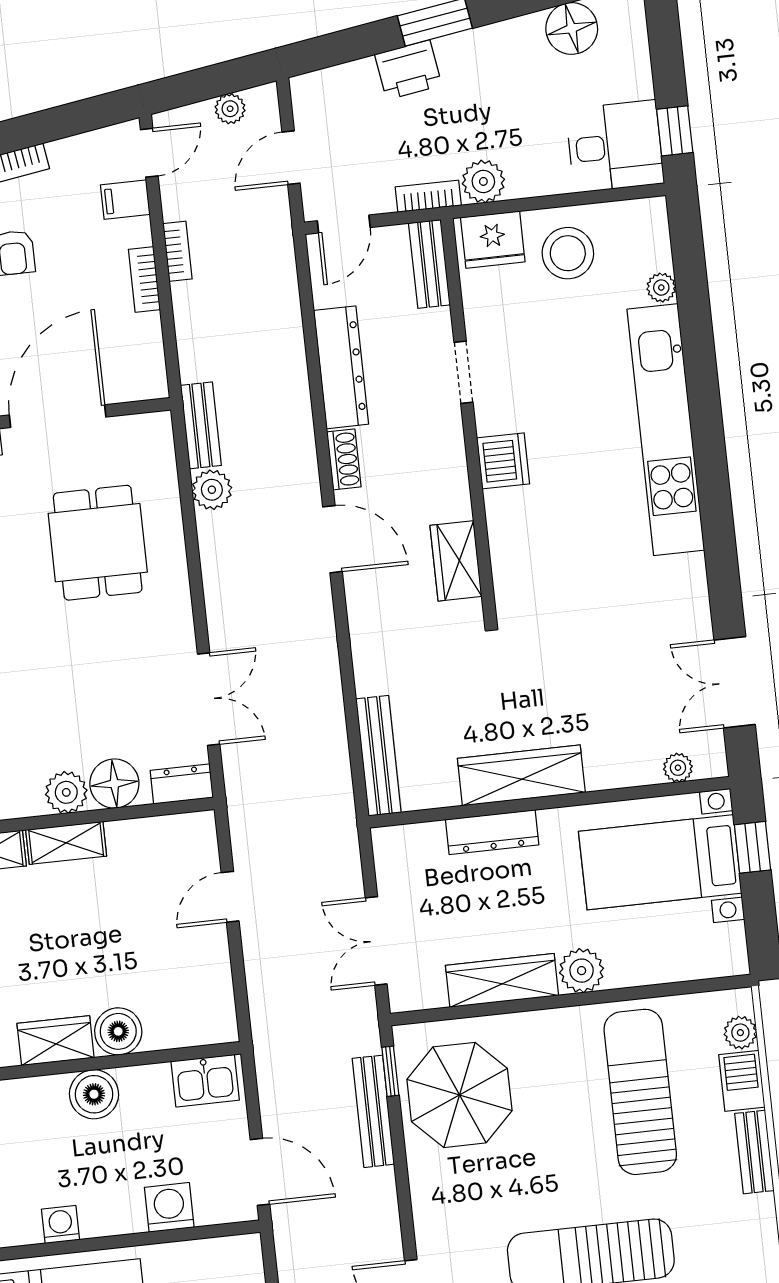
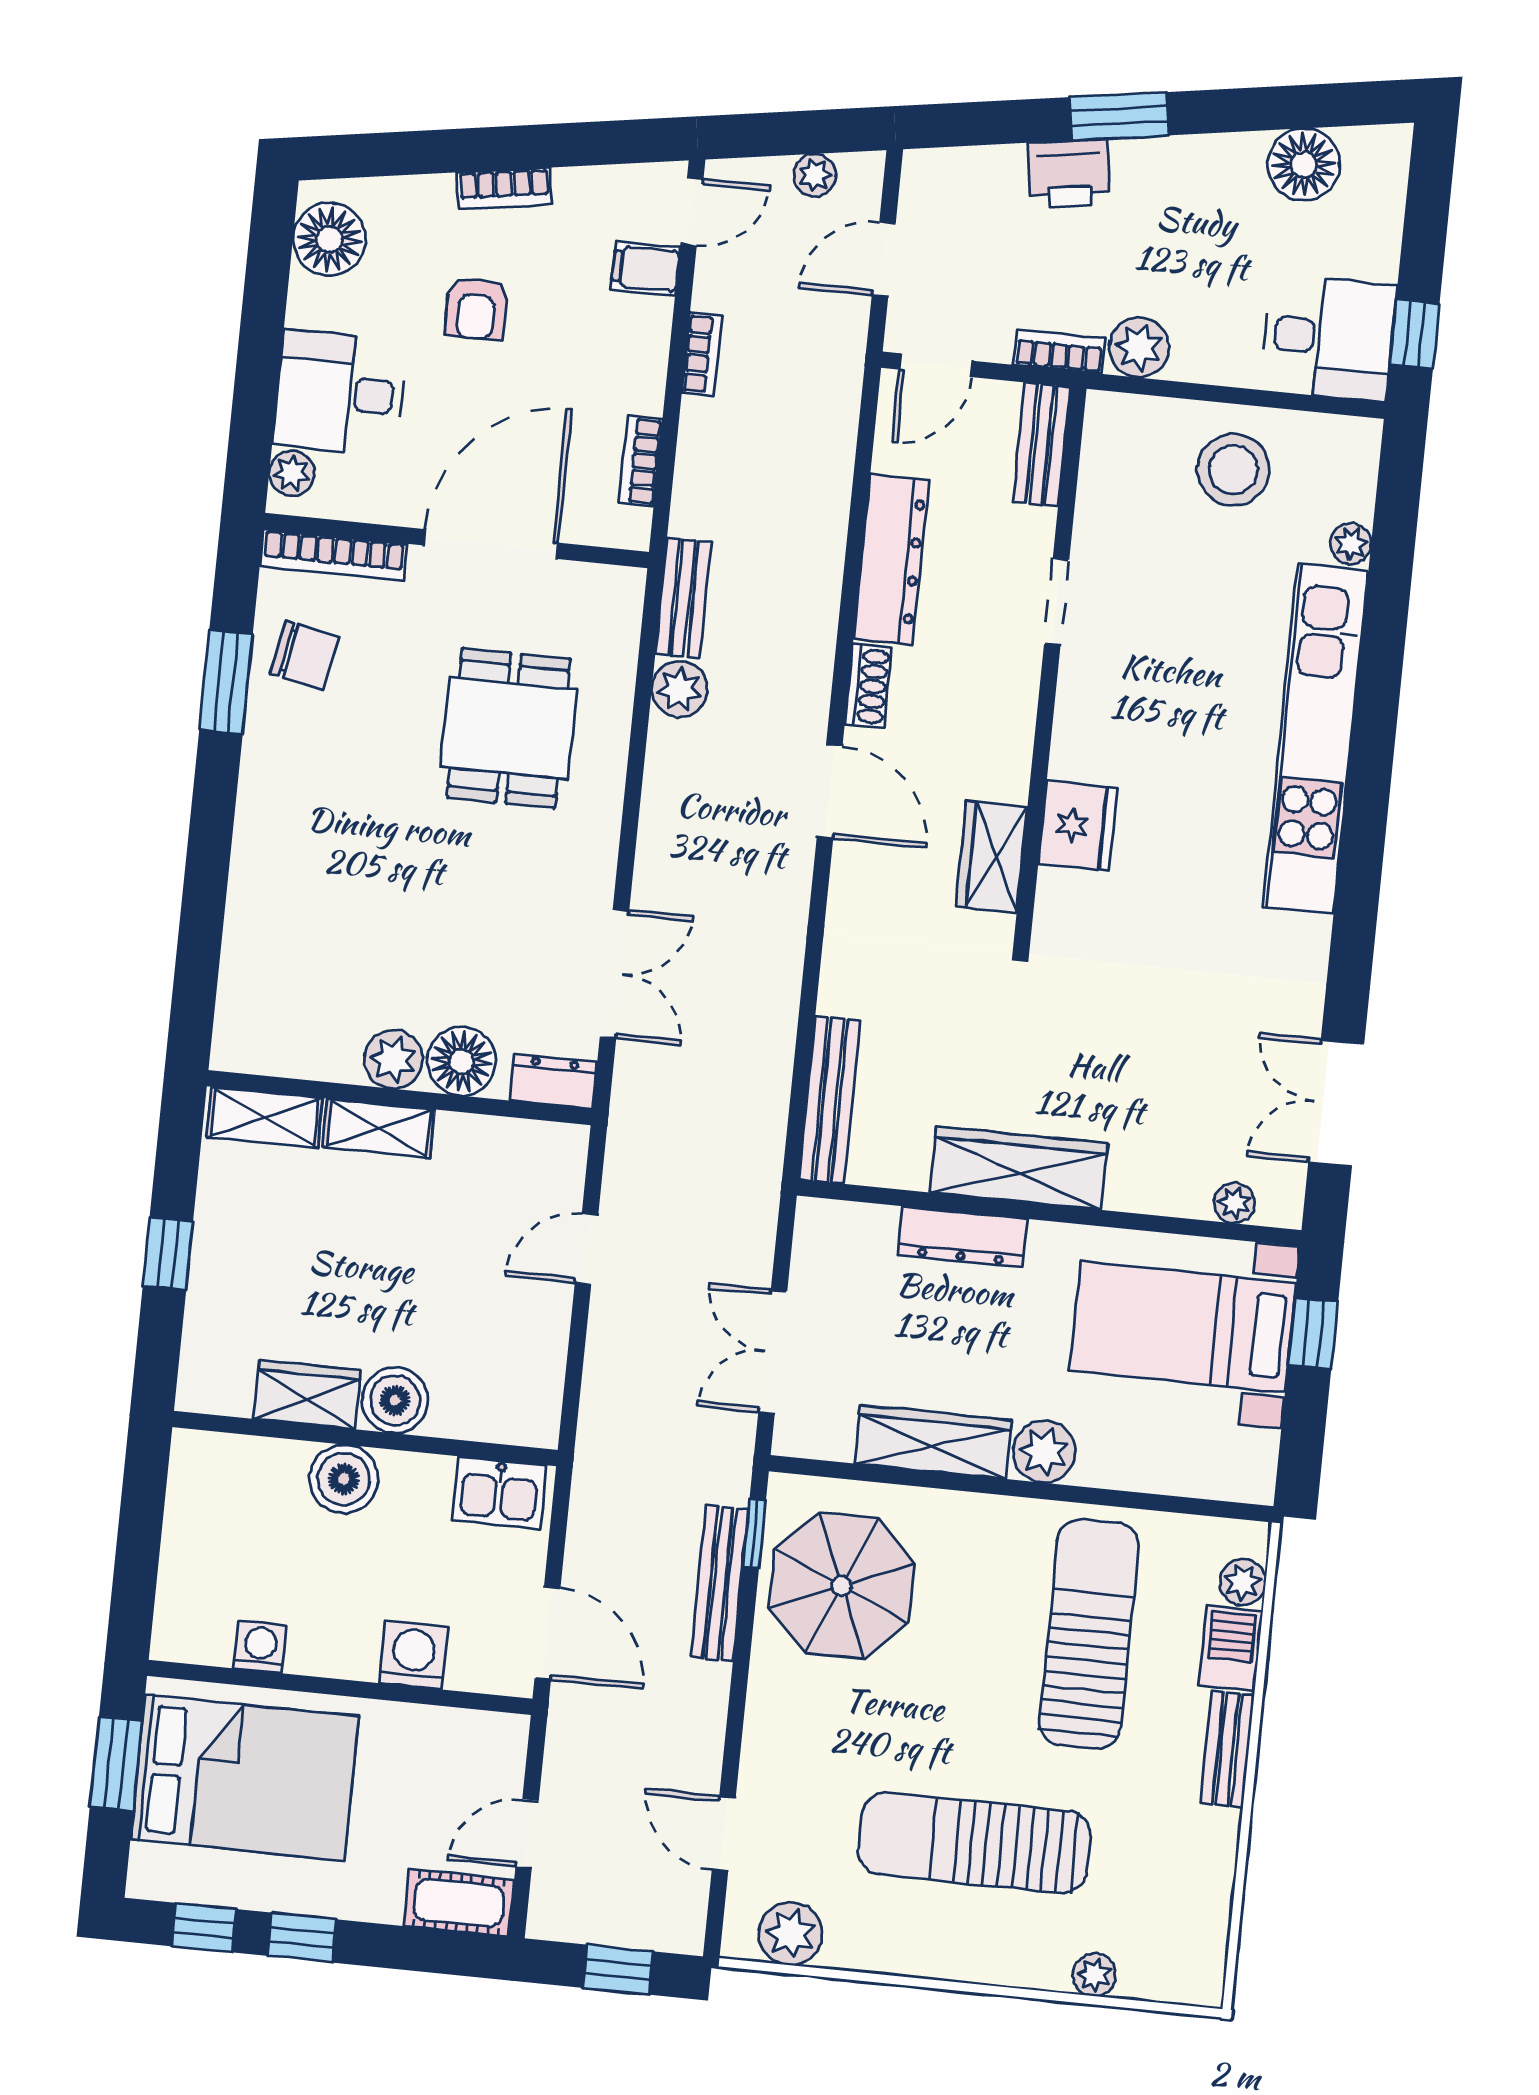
fridge: (493, 240) -> (1078, 826), moved, turned -90
bookcase: (144, 279) -> (641, 461), moved
dishwasher: (503, 461) -> (1085, 734), removed

